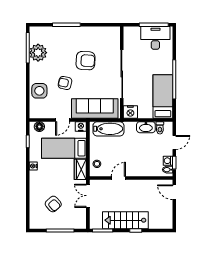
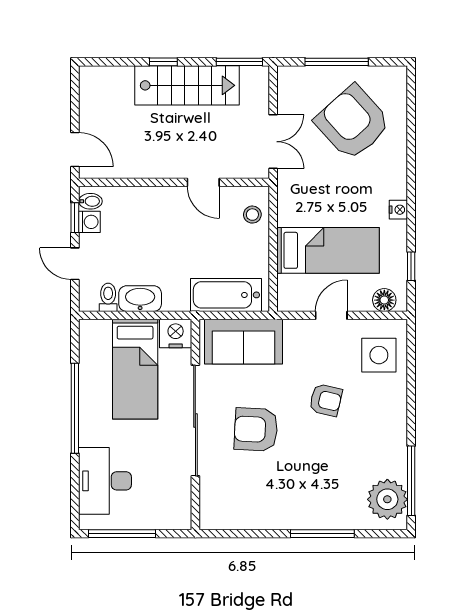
desk: (155, 38) -> (105, 481), moved, turned 90
plant: (38, 53) -> (387, 499), moved
armchair: (86, 61) -> (256, 429), moved
side table: (39, 91) -> (379, 355), moved
bed: (163, 96) -> (135, 369), moved
sofa: (95, 108) -> (243, 342), width x0.73
nightstand: (81, 127) -> (289, 300), removed
door: (174, 142) -> (75, 264), hinge flipped
wardrobe: (80, 169) -> (291, 202), removed
door: (118, 178) -> (203, 182), hinge flipped
armchair: (53, 204) -> (353, 123), width x1.88, depth x1.88

